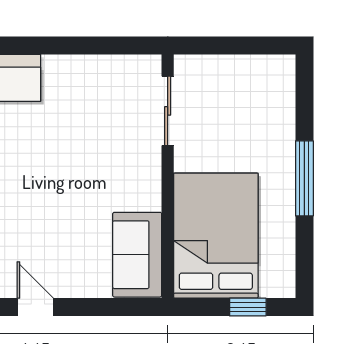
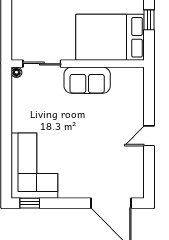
floor lamp: (152, 64) -> (16, 72), added
sofa: (137, 255) -> (87, 80), moved

